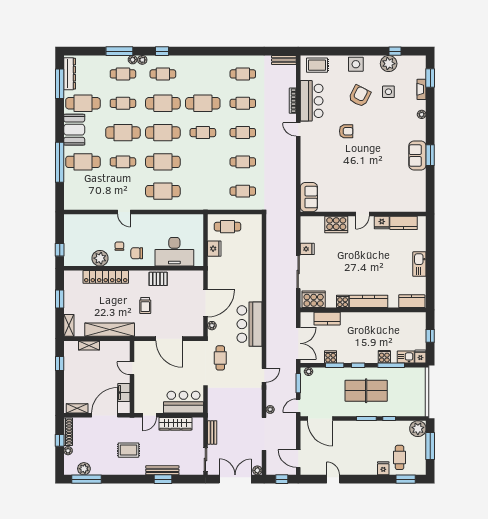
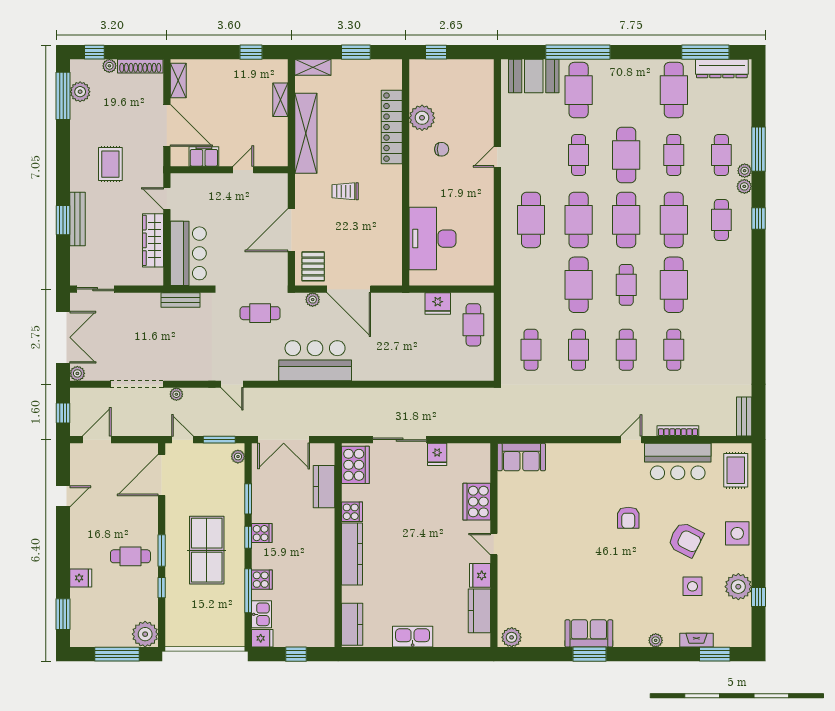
cafe table: (243, 74) -> (579, 285), moved, width x1.37, depth x1.35
booth: (74, 130) -> (534, 76), moved
plant: (420, 203) -> (512, 637), added
chair: (137, 253) -> (430, 177), removed
pallet: (158, 279) -> (313, 266), moved
cooker: (331, 357) -> (262, 533), moved
bench: (212, 432) -> (181, 300), moved
window: (60, 440) -> (94, 52), moved
cafe table: (400, 457) -> (130, 556), moved

